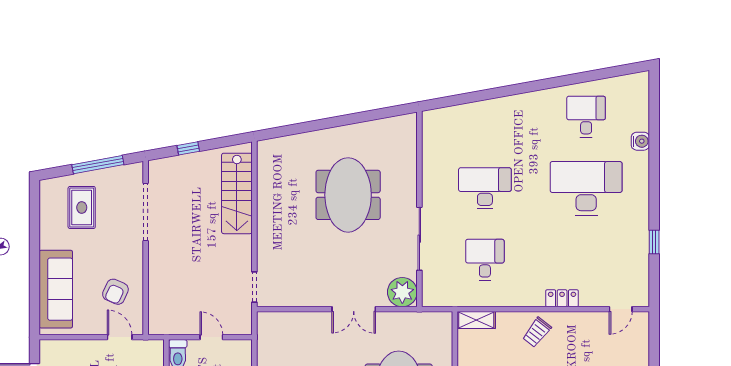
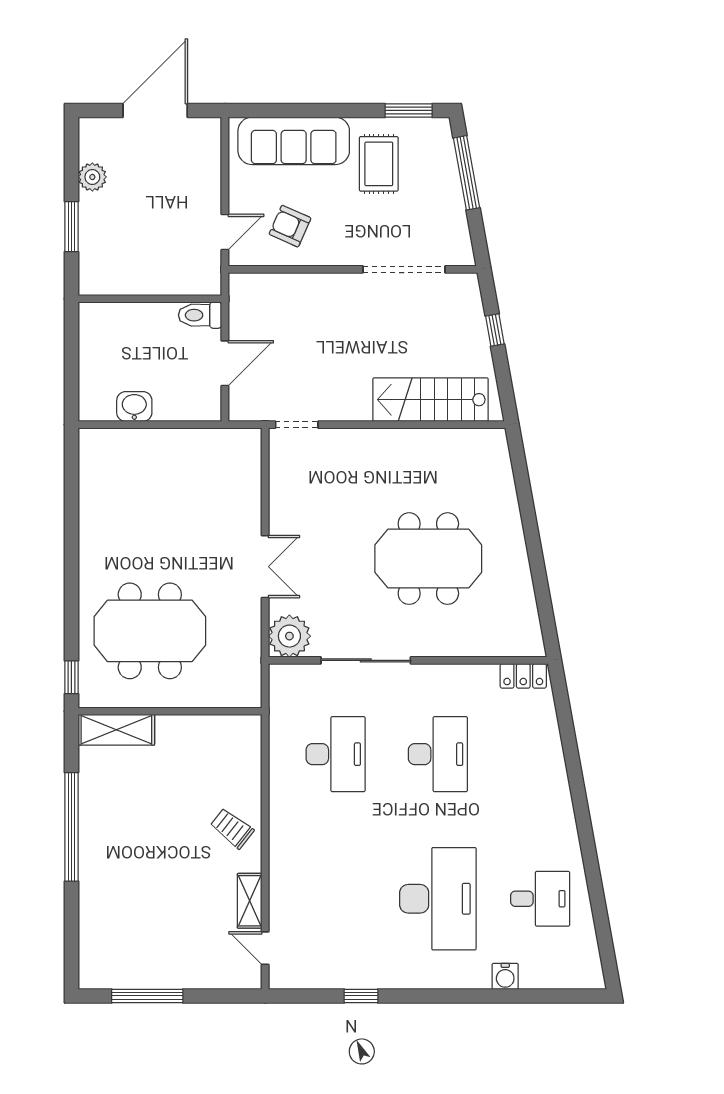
window: (98, 165) -> (467, 173), moved
rug: (82, 207) -> (379, 164), moved, turned 90
window: (35, 209) -> (409, 110), added
desk: (485, 260) -> (336, 754), width x1.37
locker: (562, 298) -> (523, 676), moved, turned 90
double door: (354, 309) -> (265, 567), swing flipped
shelving: (476, 320) -> (250, 901), moved
door: (211, 337) -> (225, 363), width x1.38

